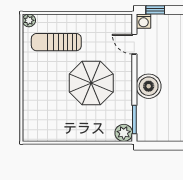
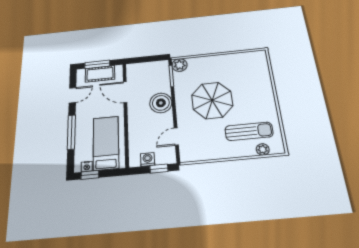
plant: (29, 20) -> (263, 149), moved
washing machine: (144, 21) -> (148, 159), moved
door: (134, 44) -> (176, 136), swing flipped

